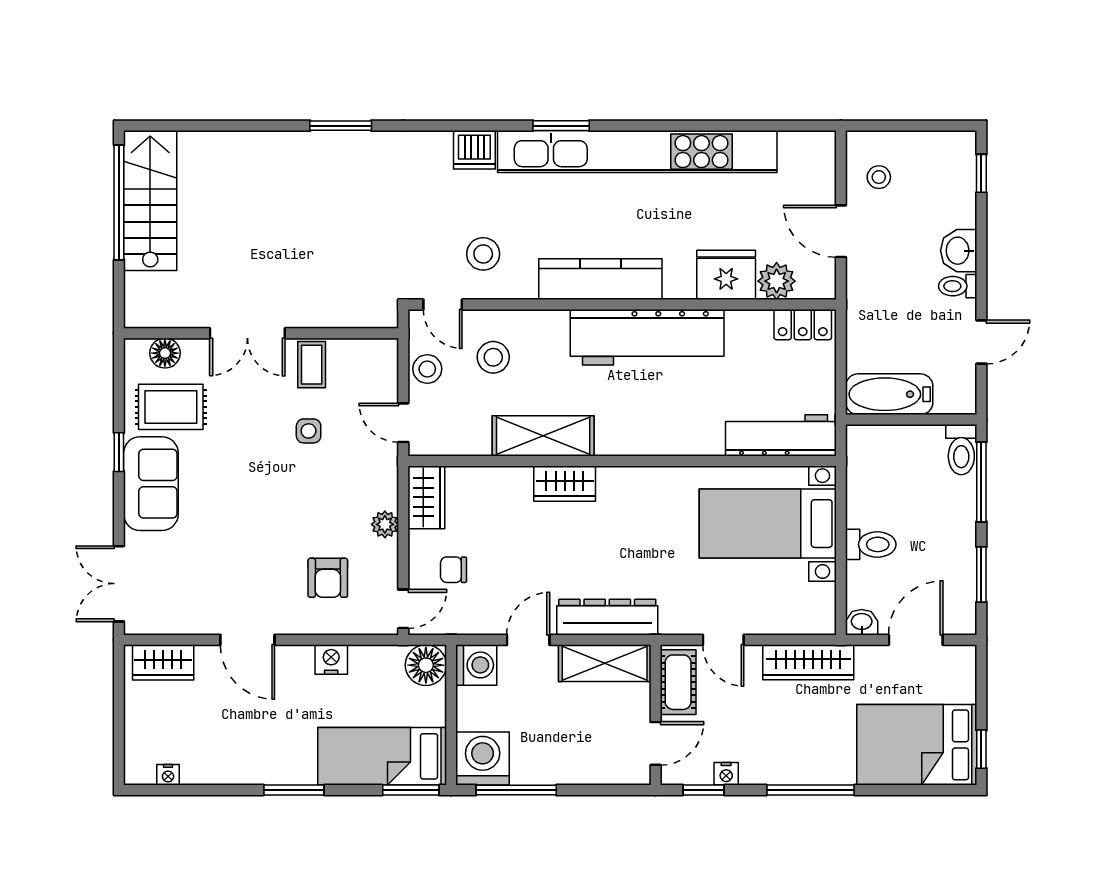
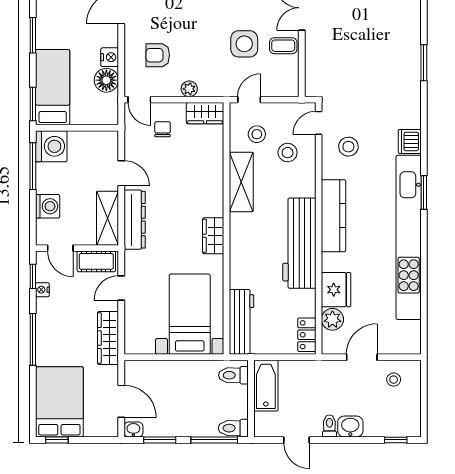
stool: (427, 369) -> (257, 134), moved
side table: (309, 431) -> (244, 44), width x1.87, depth x1.87
wardrobe: (565, 484) -> (213, 236), moved
toilet: (871, 544) -> (233, 375), moved, turned 90
washbasin: (862, 622) -> (133, 430), moved, turned -90
floor lamp: (426, 665) -> (106, 80), moved
washing machine: (476, 665) -> (48, 206), moved, turned -90

